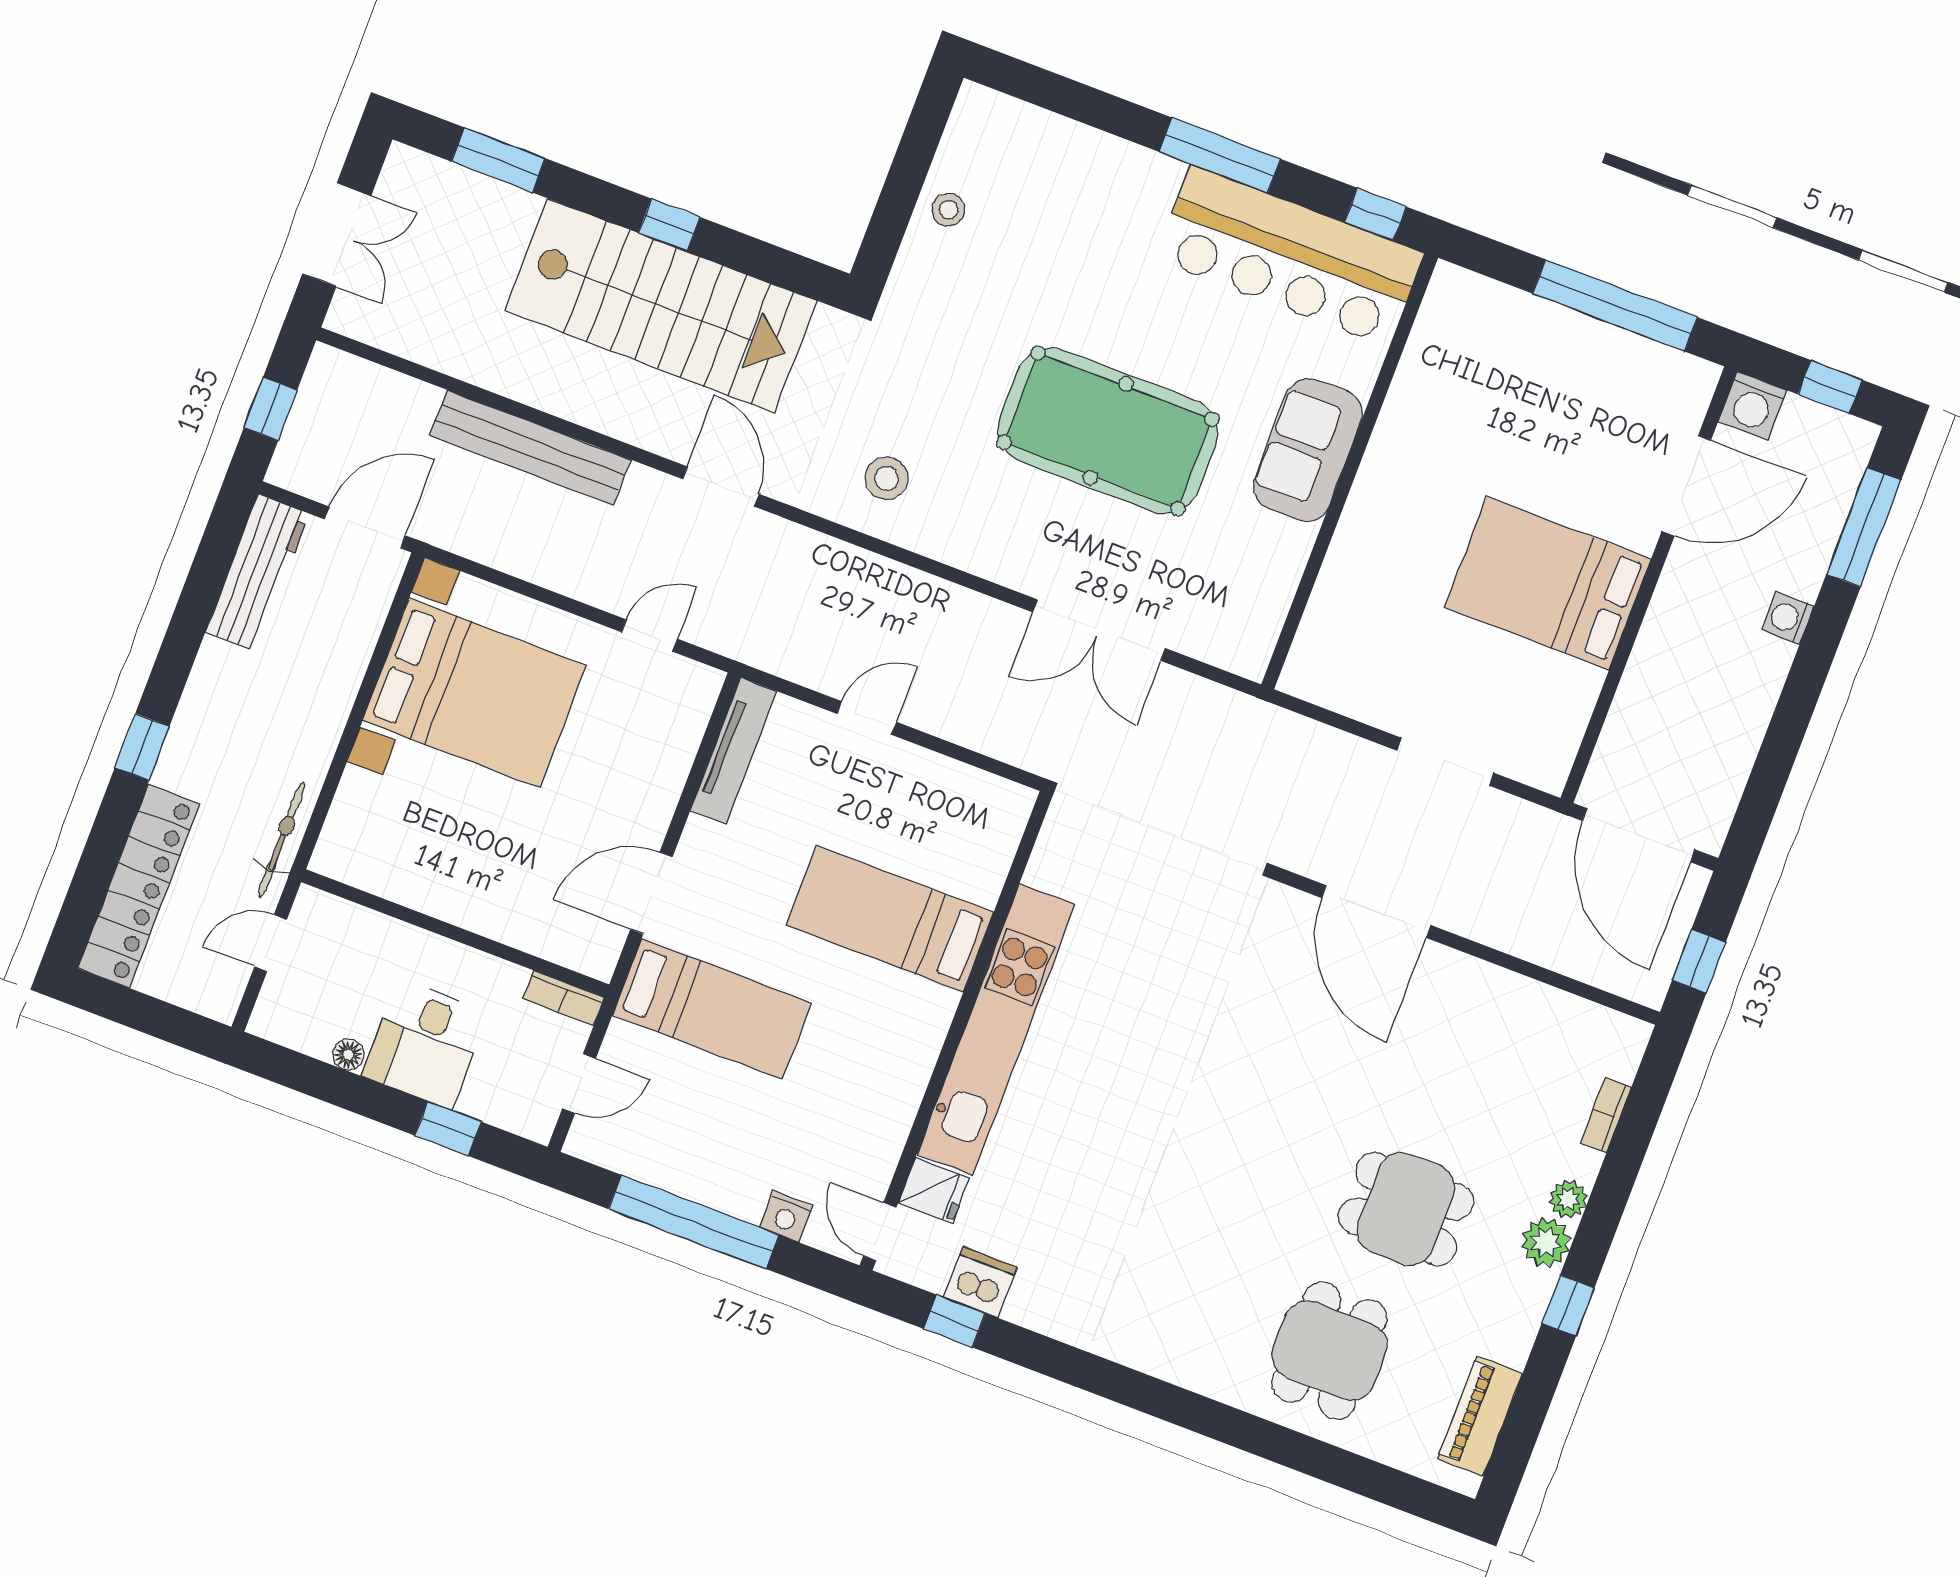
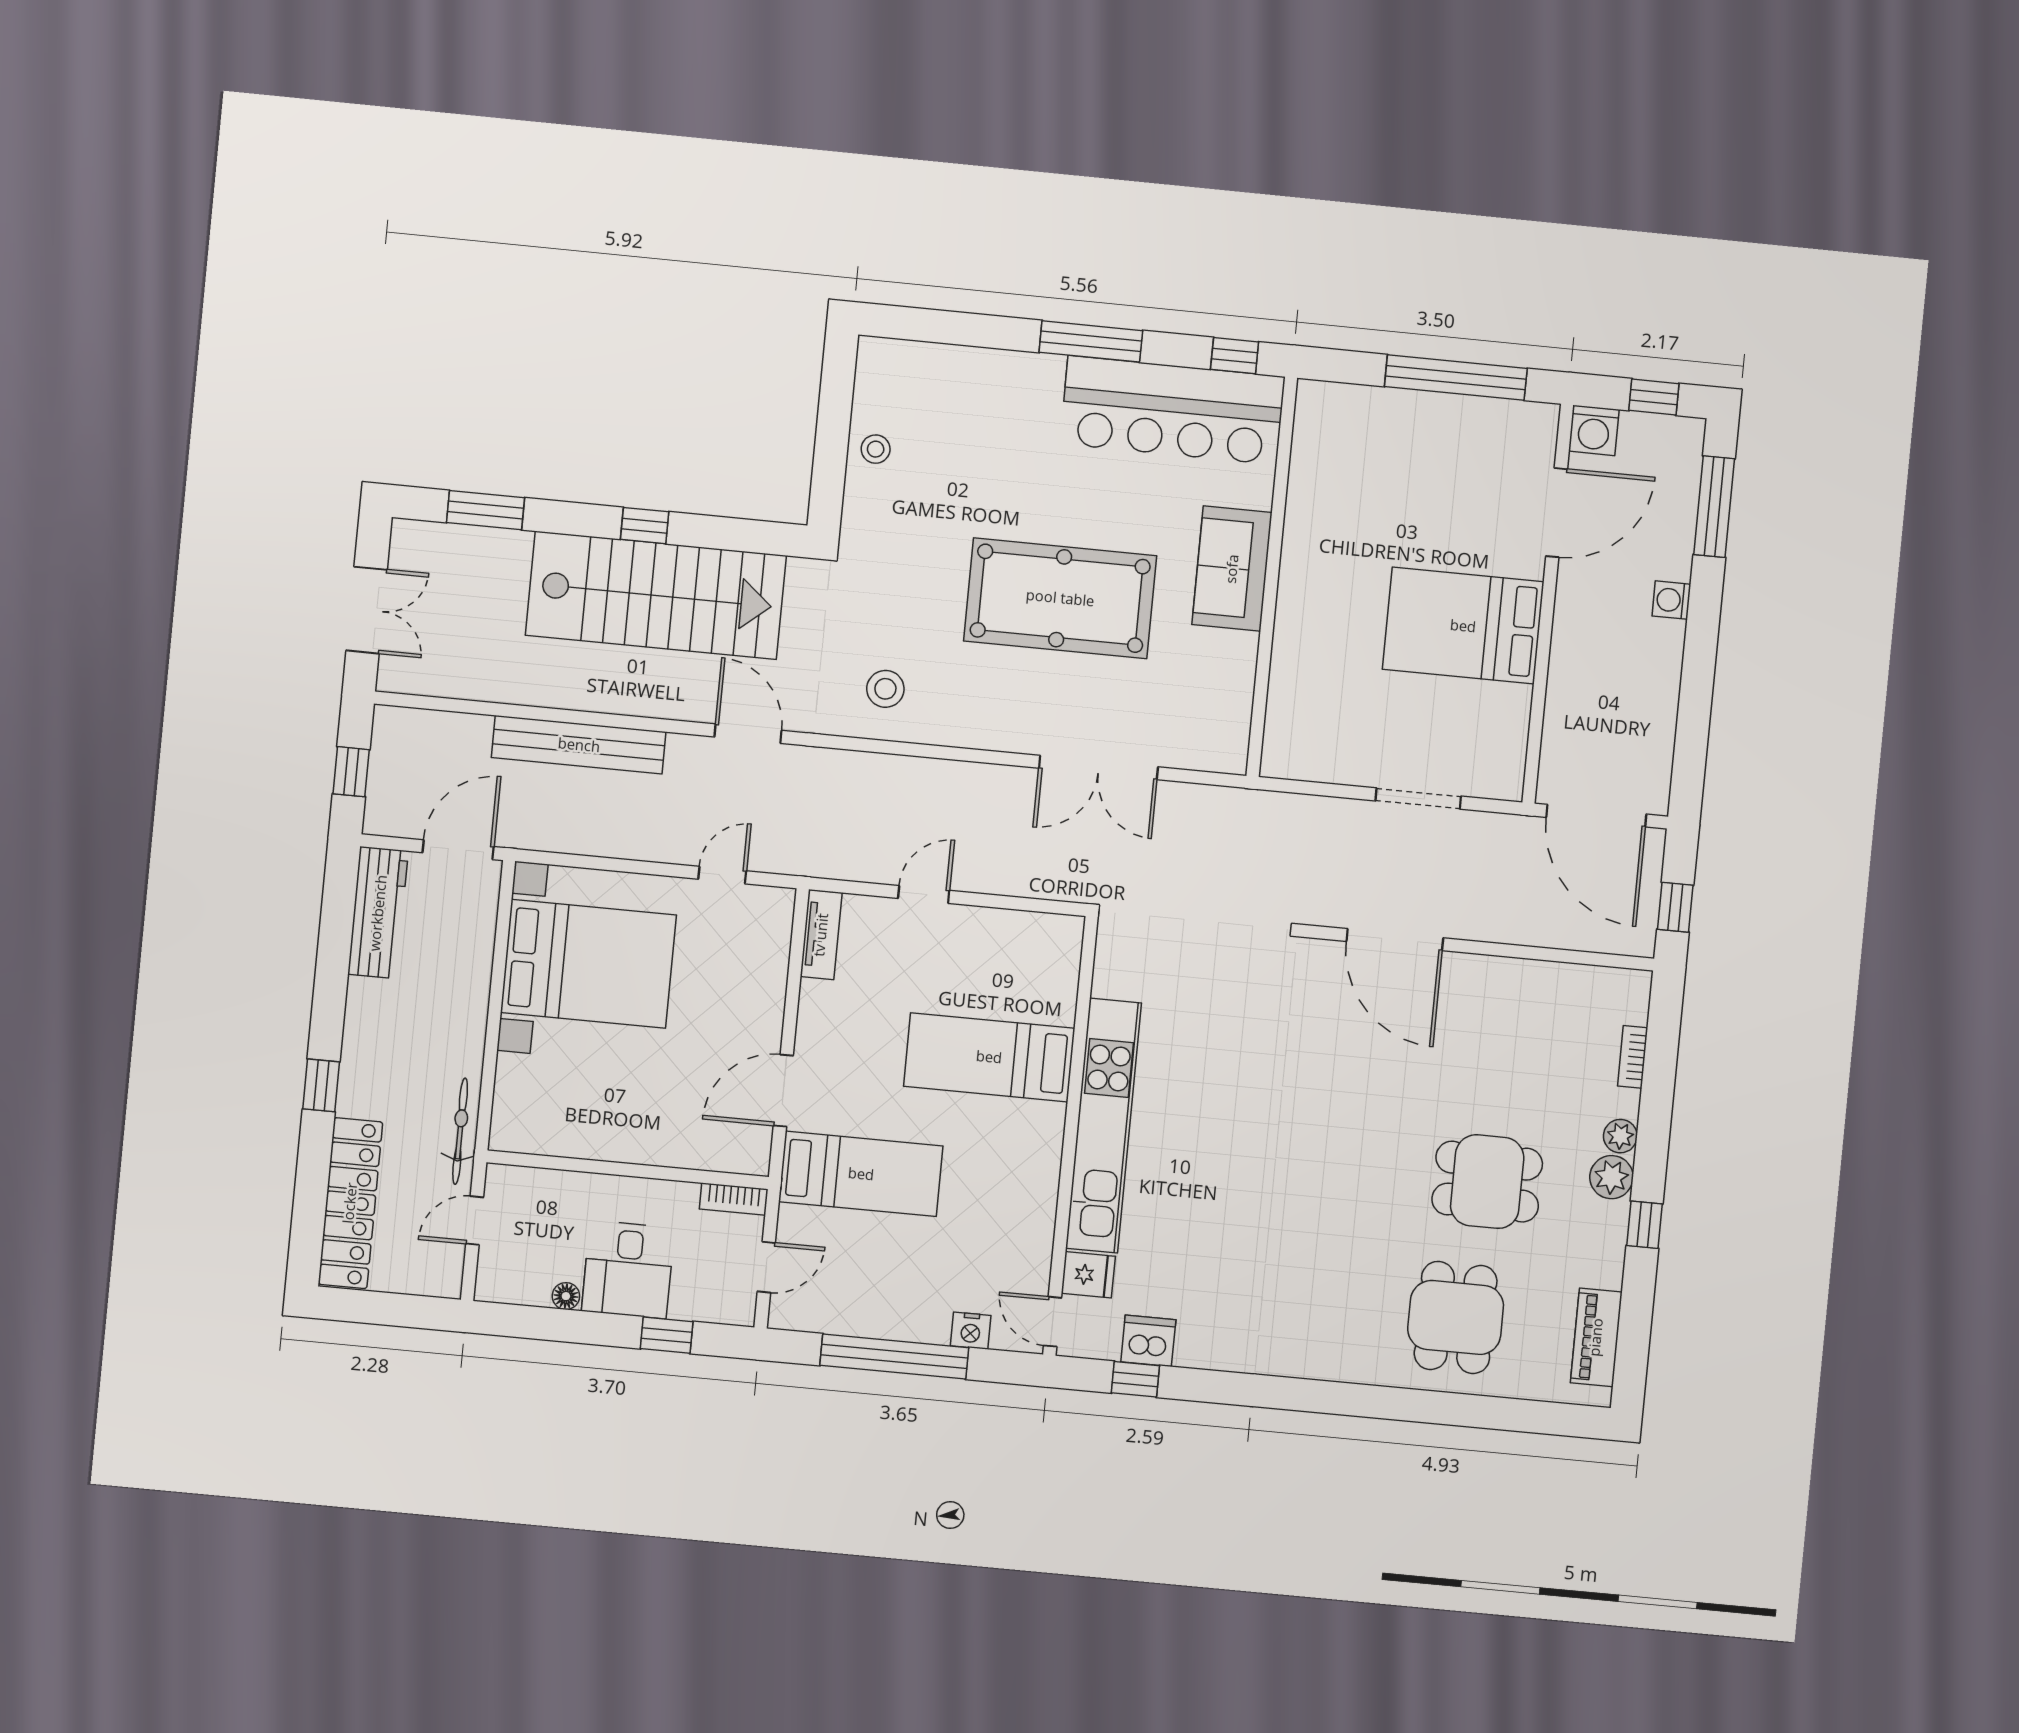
tv unit: (733, 751) -> (821, 935), width x0.71

